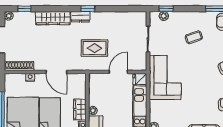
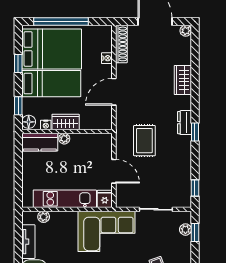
window: (25, 9) -> (195, 188), moved
wardrobe: (53, 18) -> (183, 80), width x0.67

